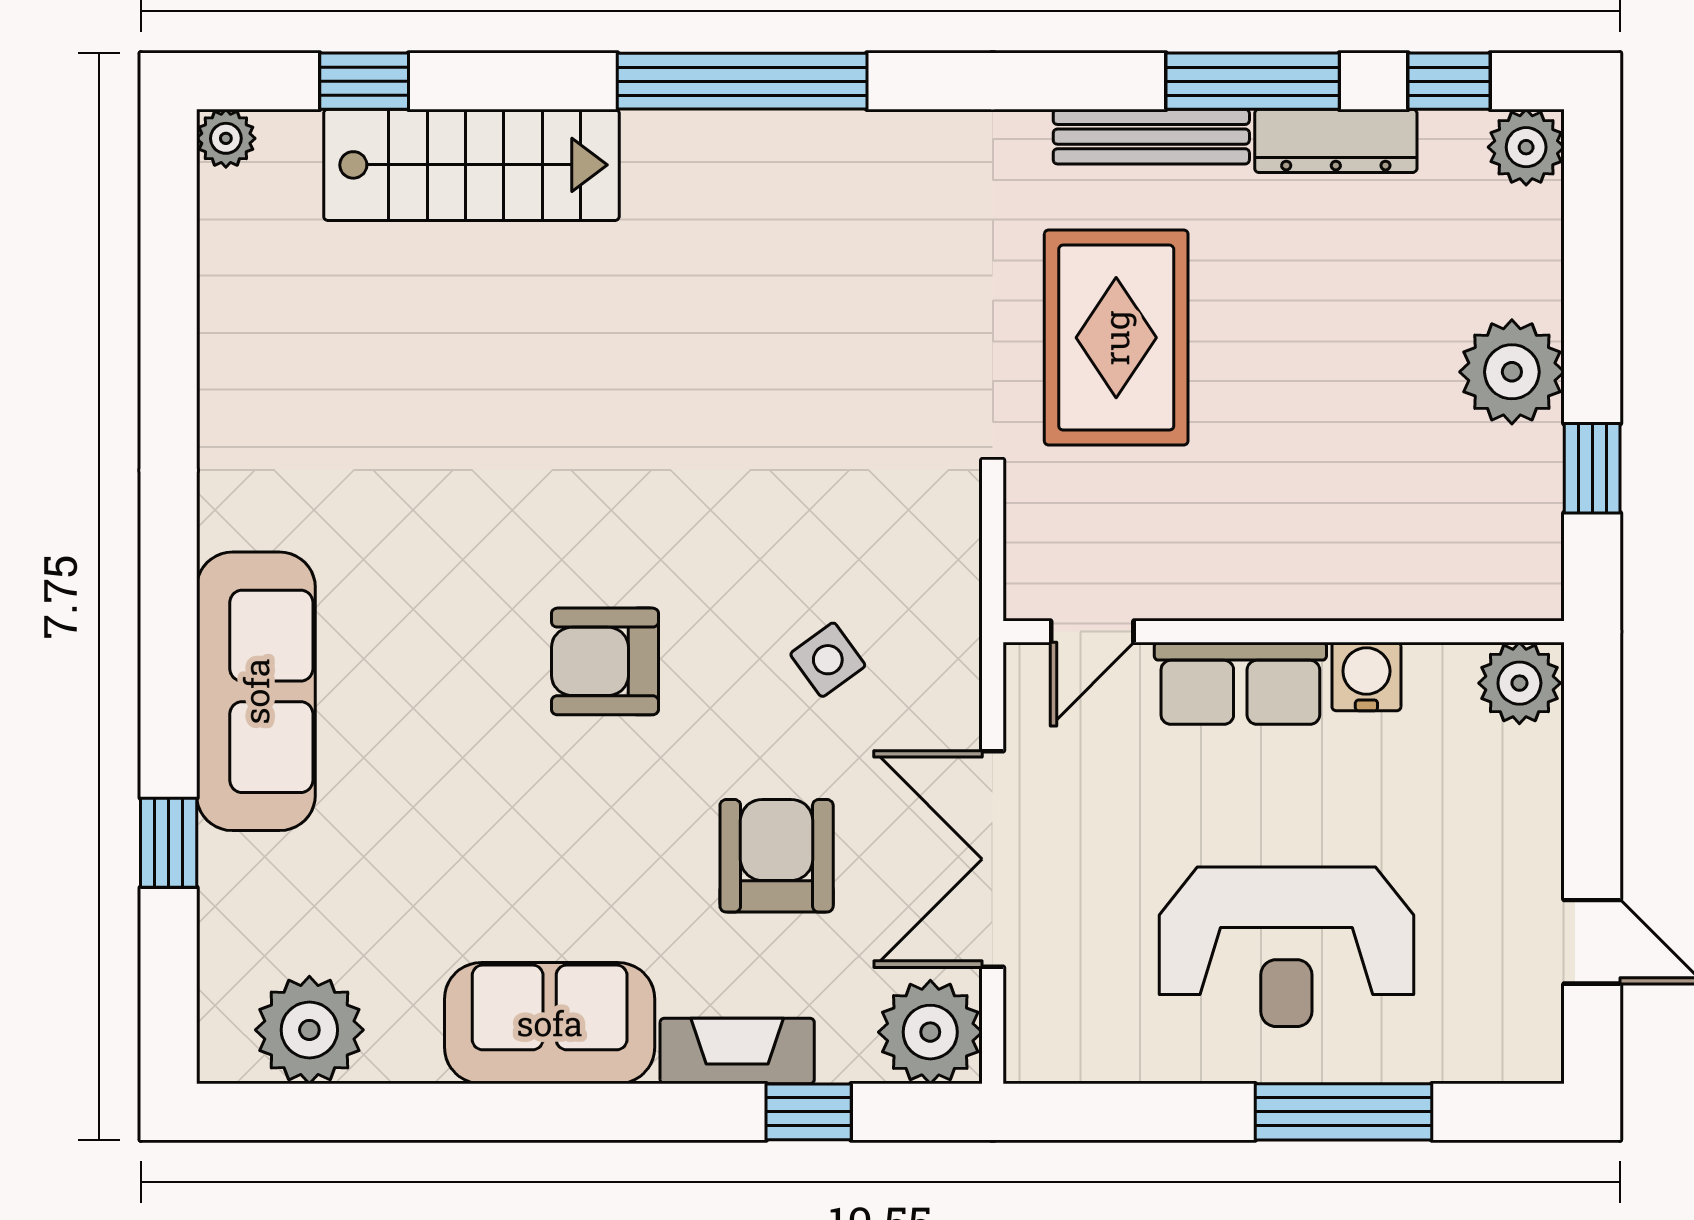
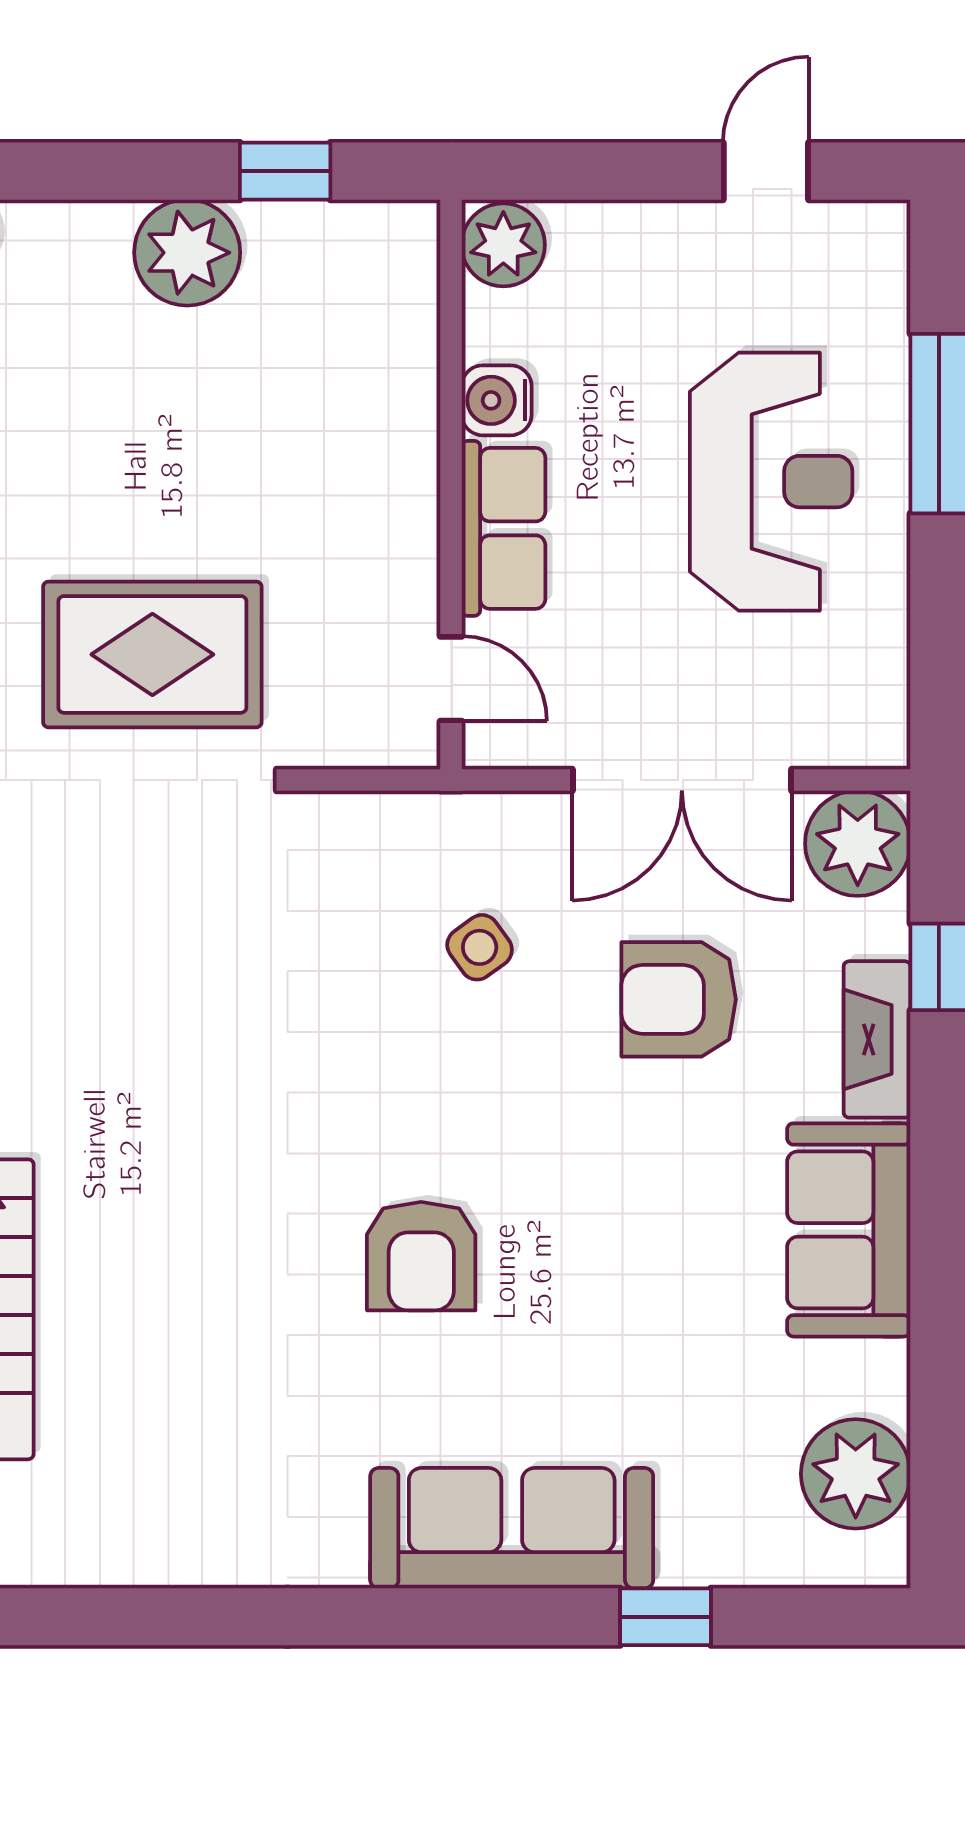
armchair: (605, 661) -> (421, 1256), moved

